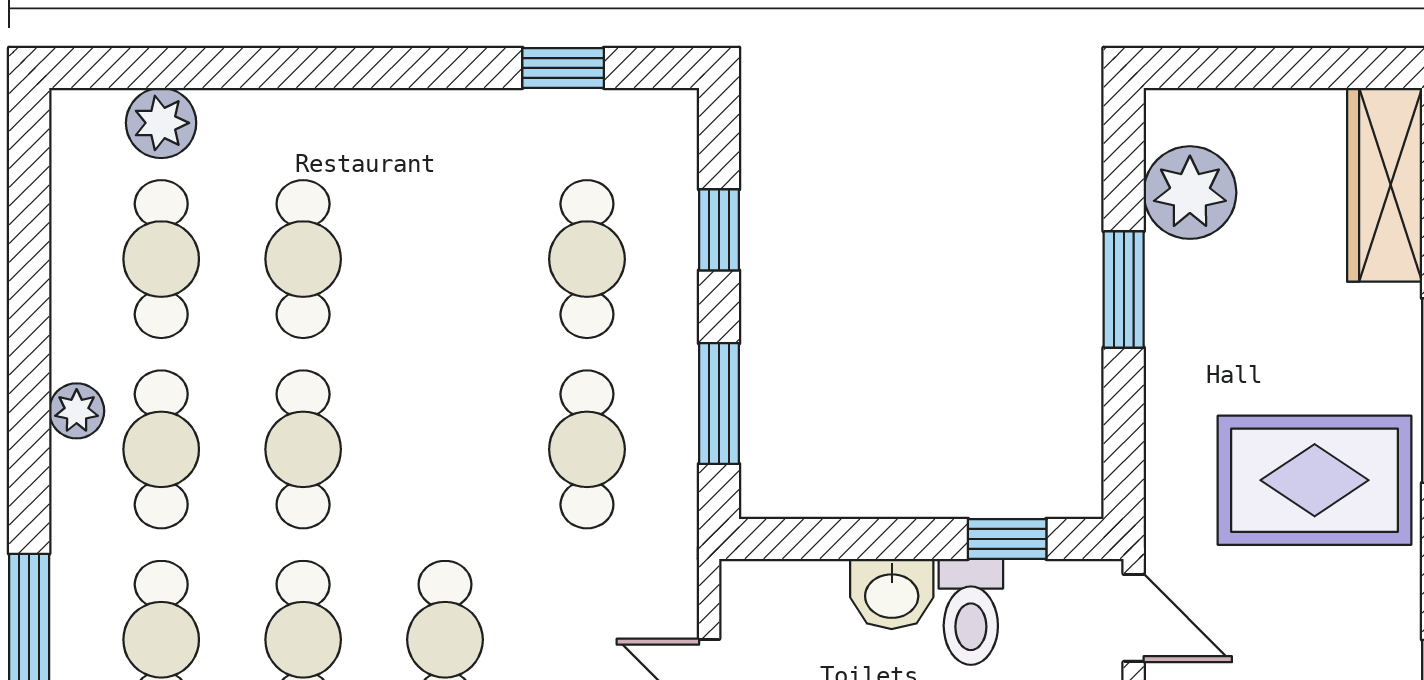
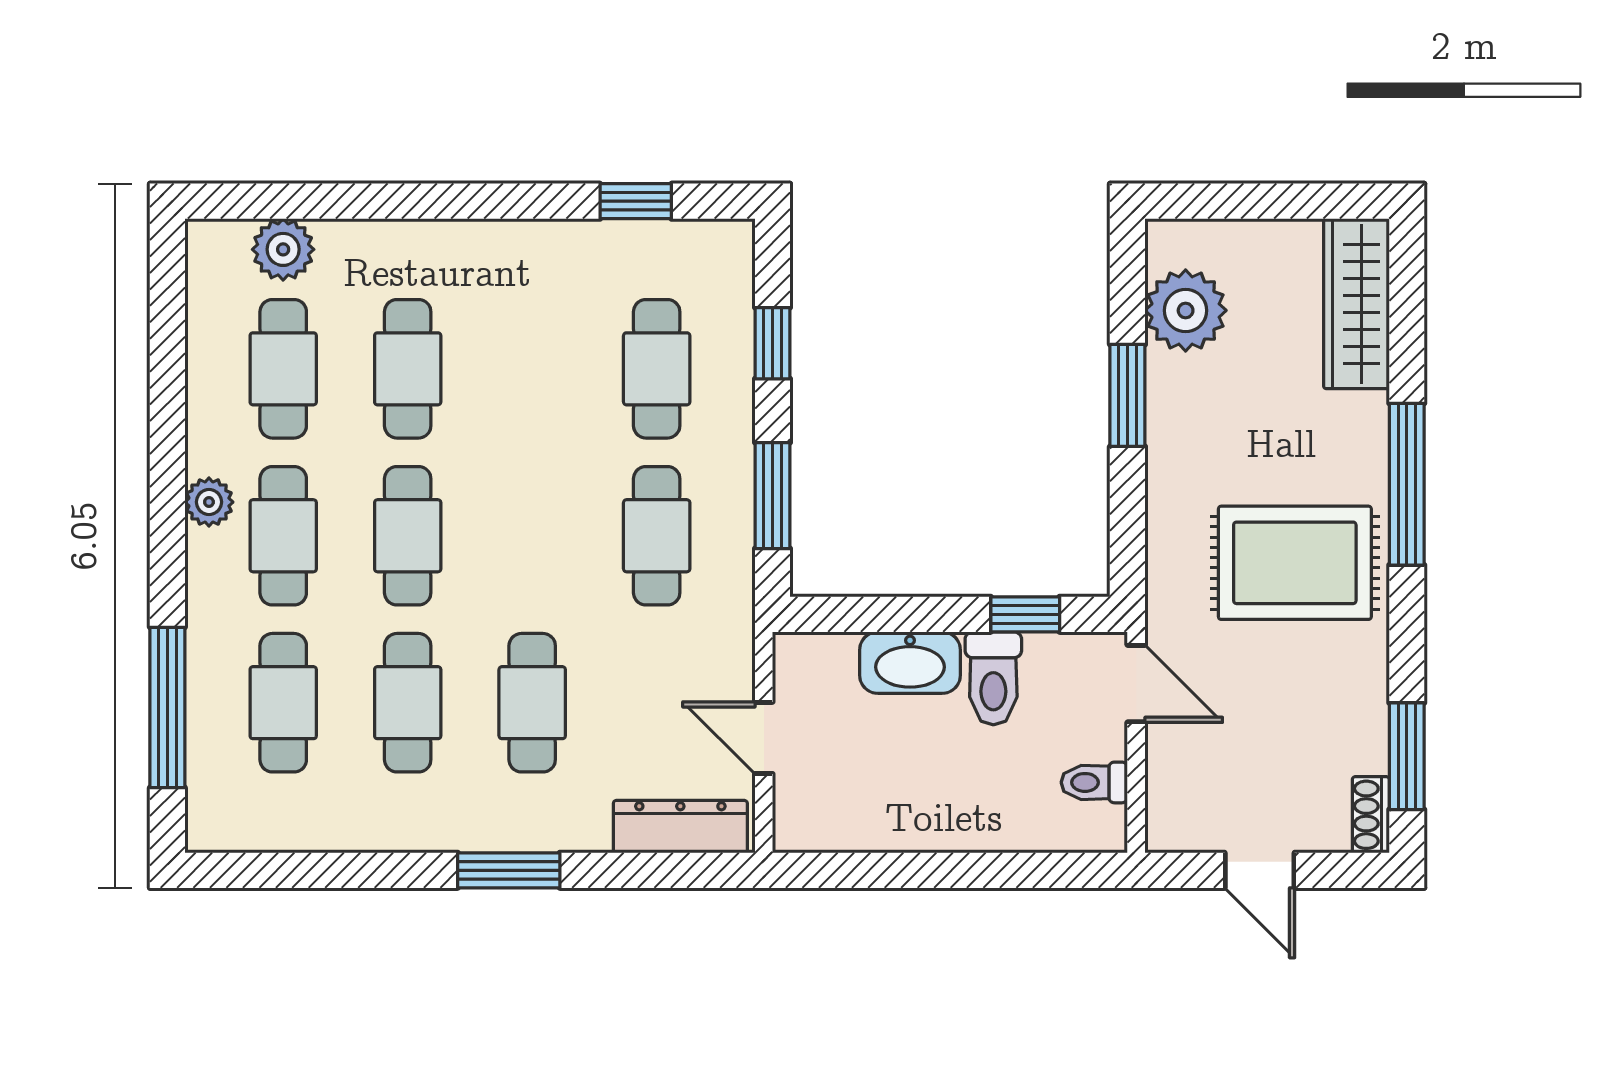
washbasin: (892, 594) -> (910, 663), width x1.38

